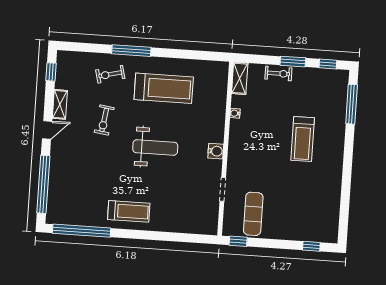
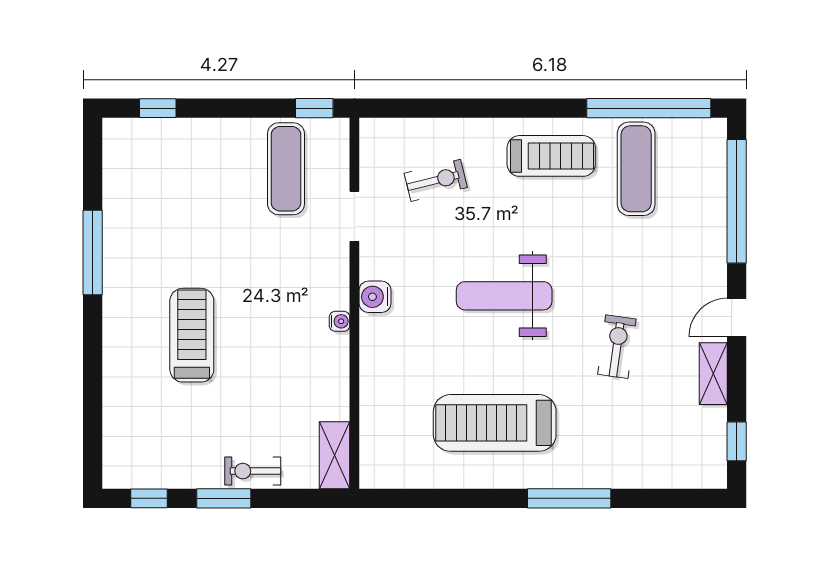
exercise bike: (110, 74) -> (436, 180), moved
window: (352, 104) -> (93, 252), moved
water cooler: (235, 113) -> (340, 321), moved
exercise mat: (89, 203) -> (636, 169), added
treadmill: (129, 211) -> (551, 156), turned 180

